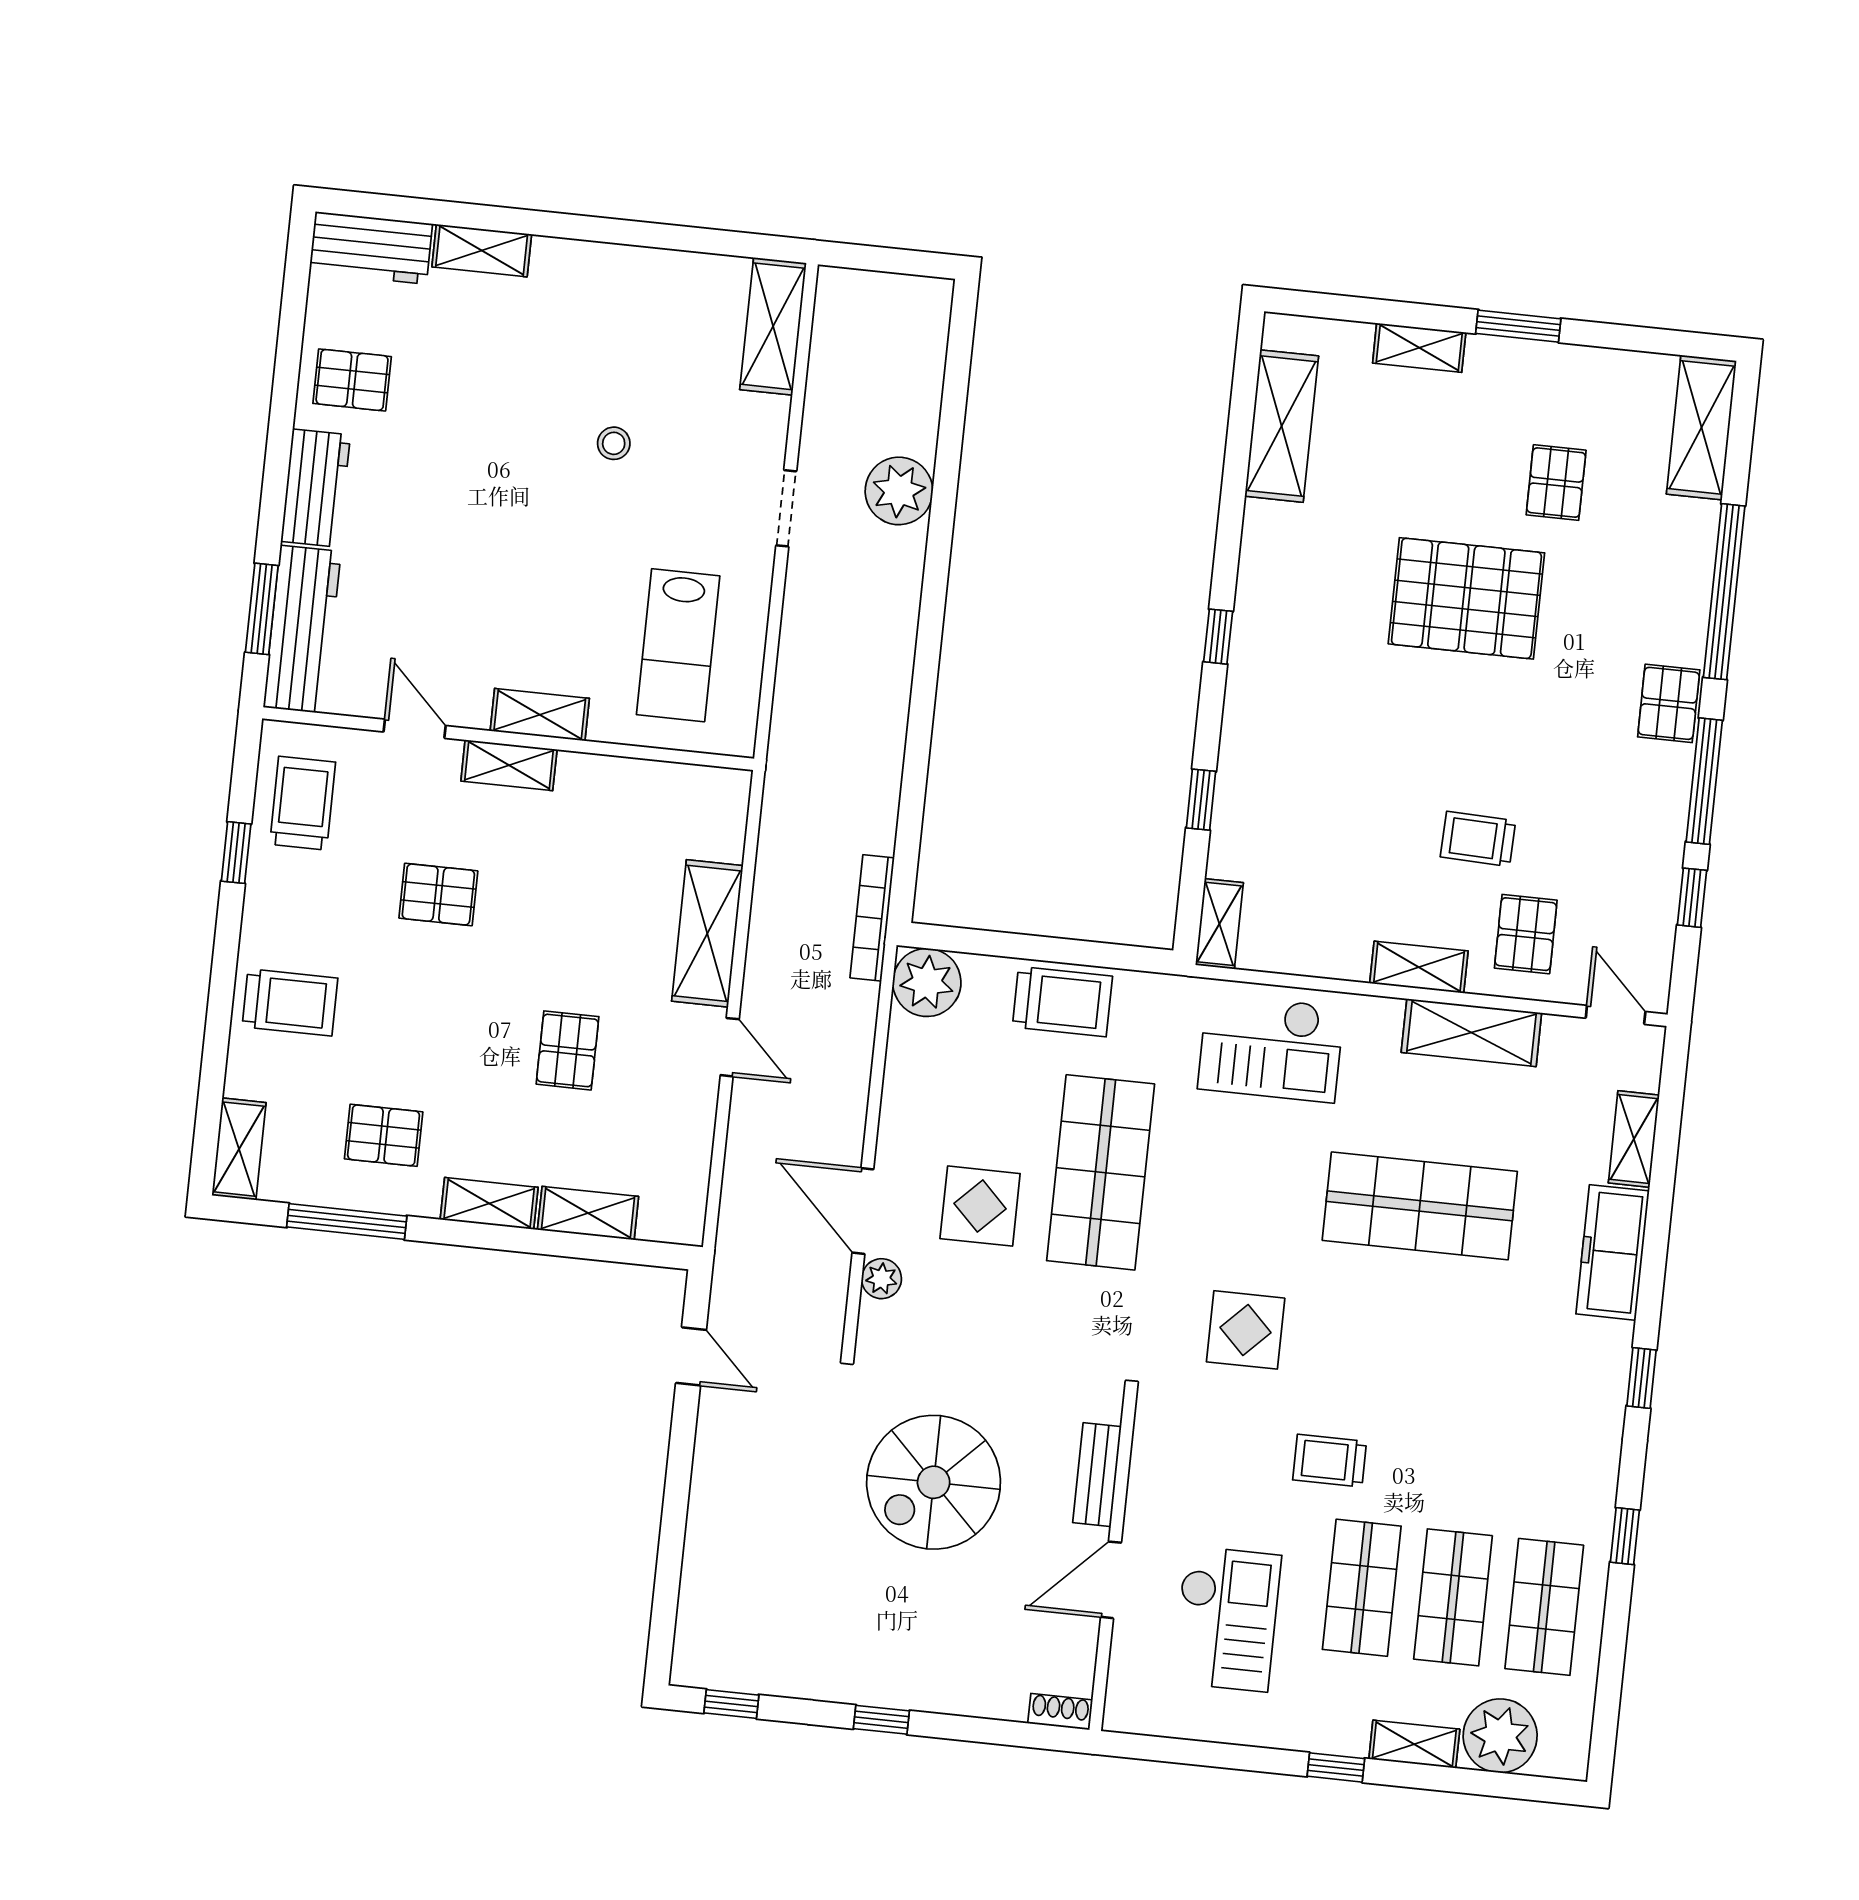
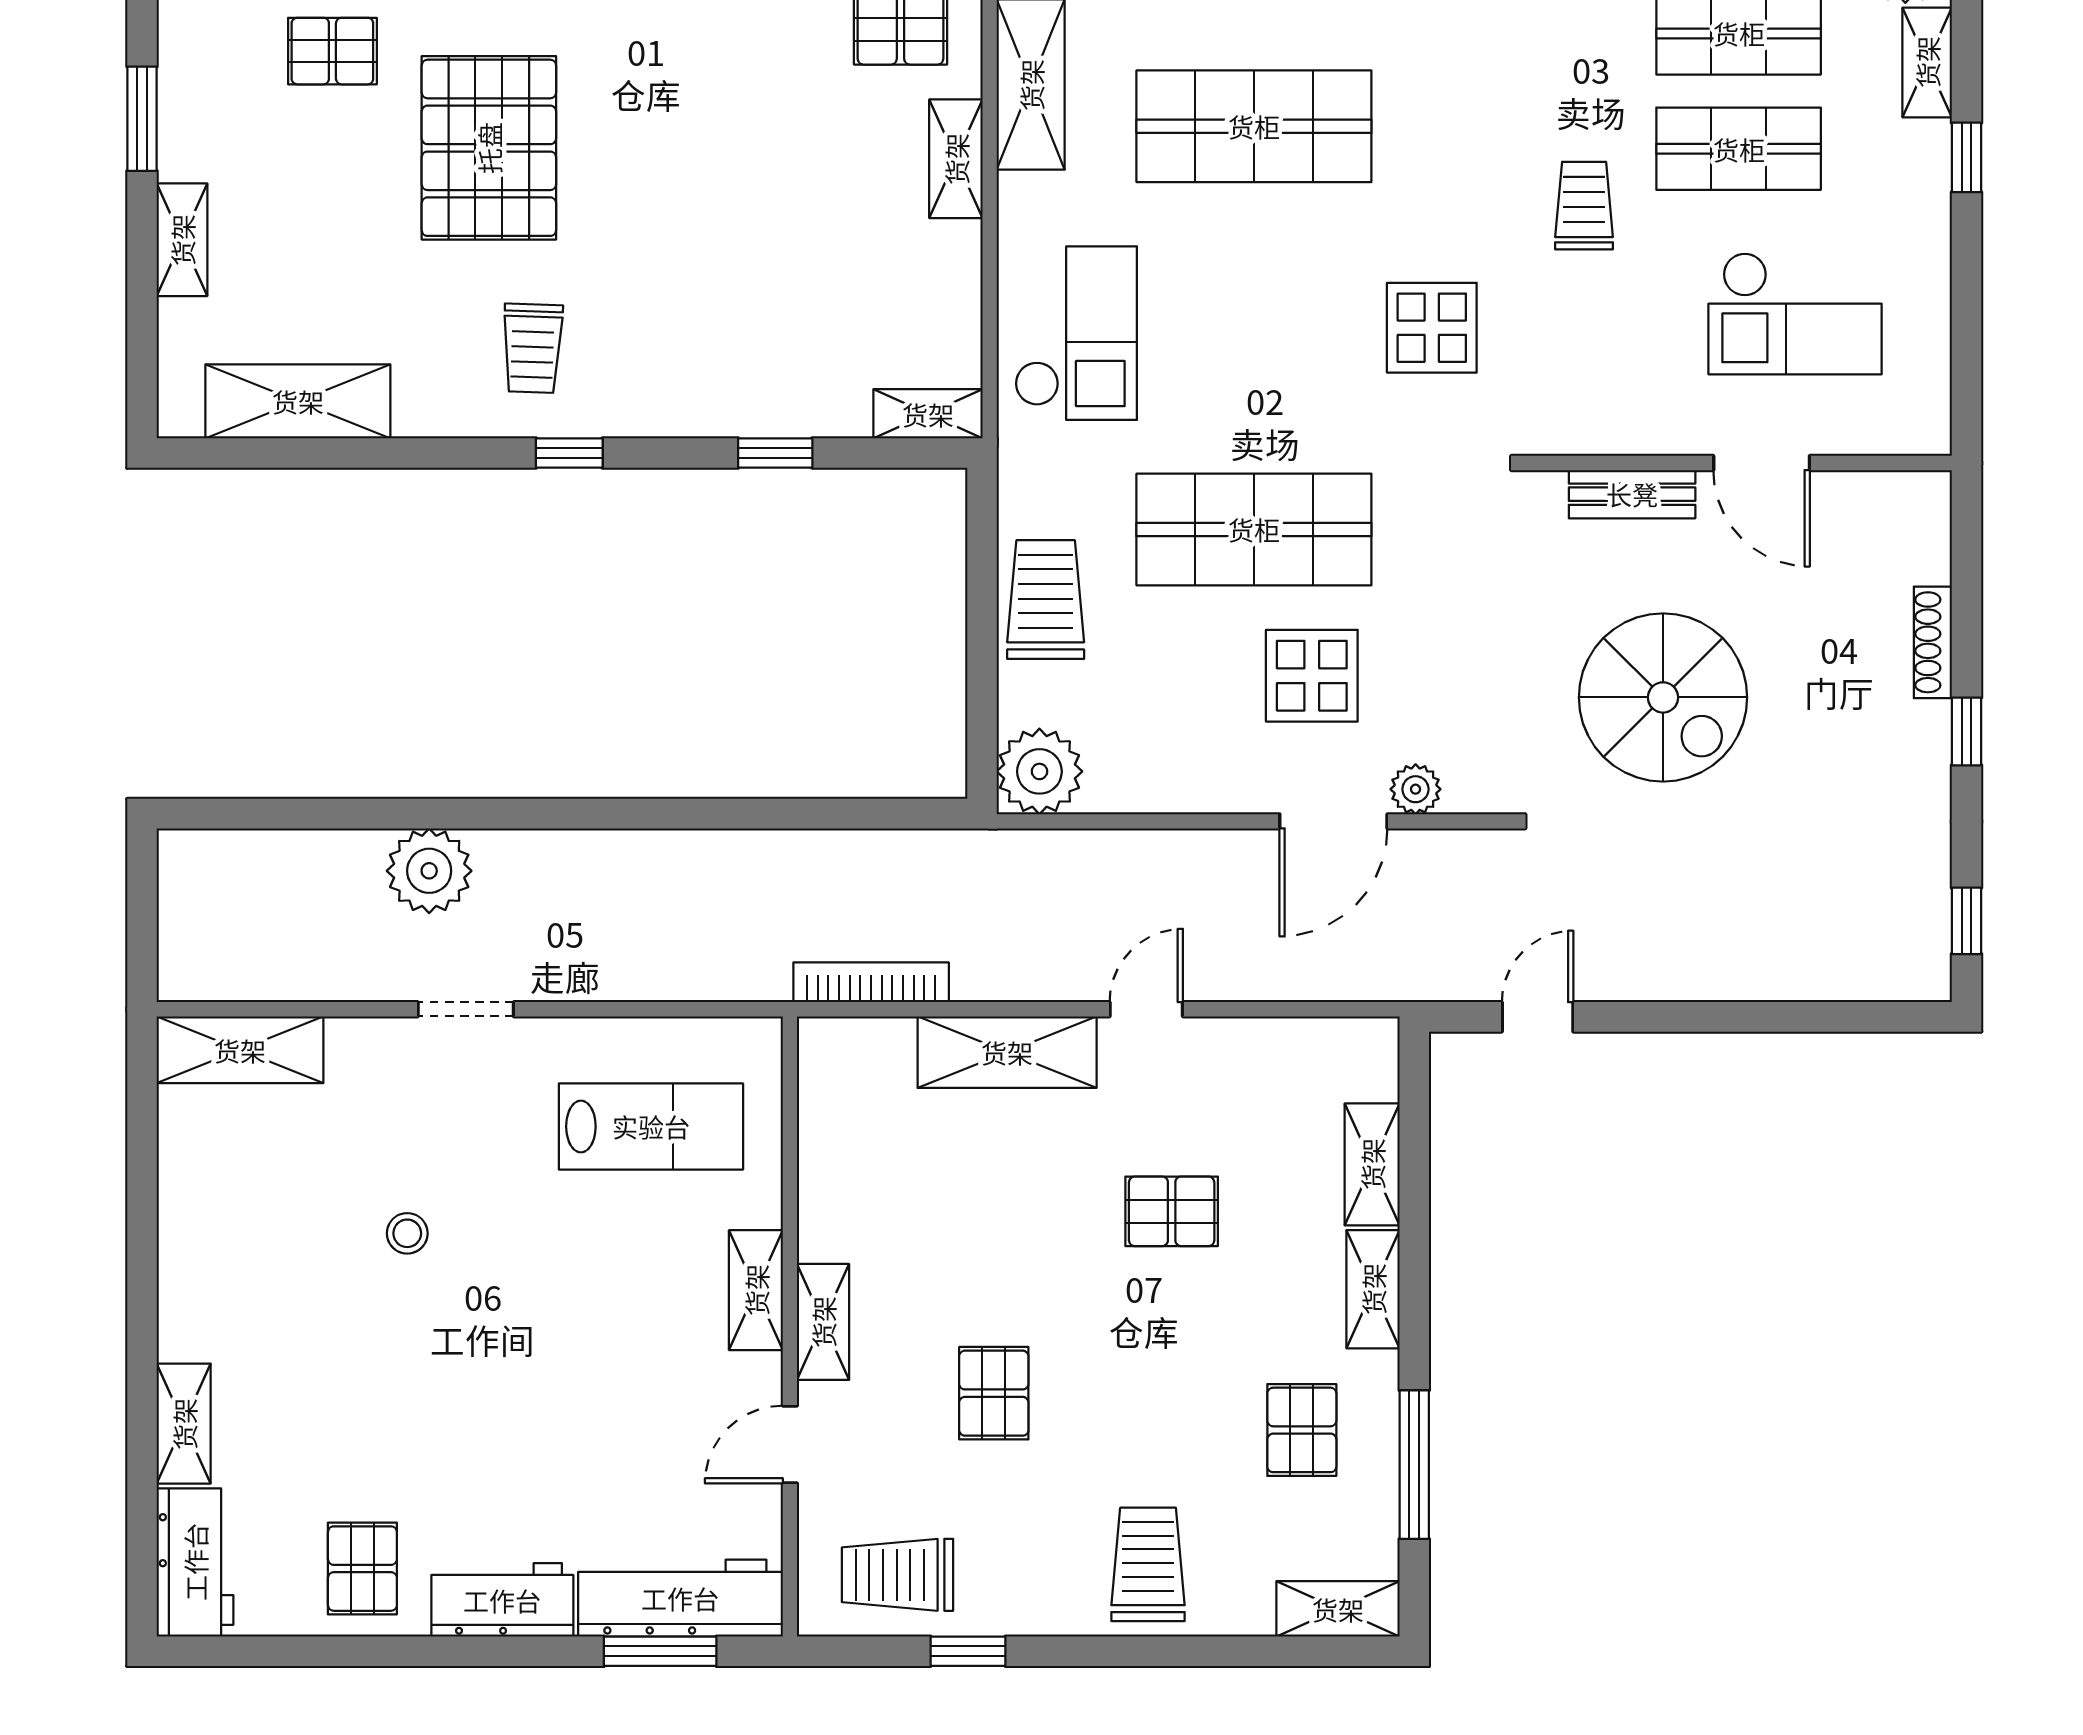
trolley: (1478, 839) -> (533, 348), moved
bookcase: (872, 918) -> (871, 982), moved, turned 180
shop shelf: (1420, 1206) -> (1254, 126), turned 90
trolley: (1330, 1461) -> (1584, 206), turned 180
checkout: (1227, 1619) -> (1795, 313), turned 180
shoe rack: (1060, 1712) -> (1933, 642), moved, width x1.43

